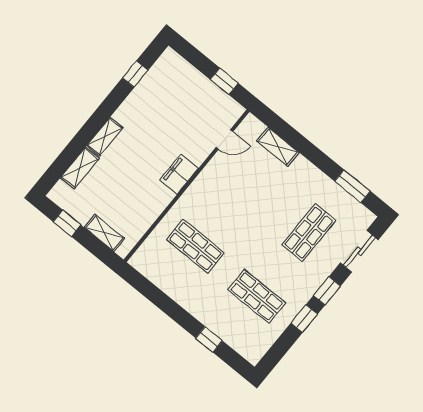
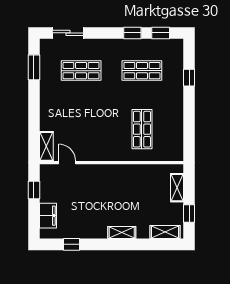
shelving: (278, 147) -> (46, 146), moved
shelving: (80, 168) -> (165, 232), moved
filing cabinet: (179, 174) -> (48, 216), moved, turned -90
window: (327, 291) -> (161, 33), moved
shop shelf: (257, 296) -> (142, 71), turned 90

